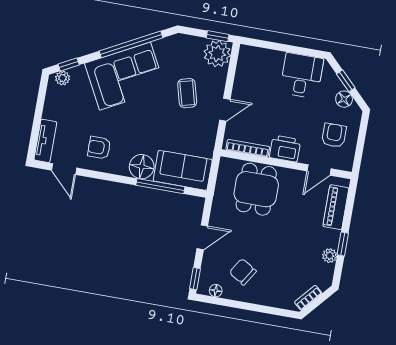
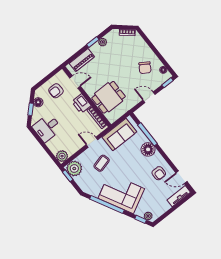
plant: (248, 56) -> (62, 156), added
door: (64, 169) -> (181, 177), swing flipped
sofa: (183, 170) -> (119, 134), moved, turned -90

